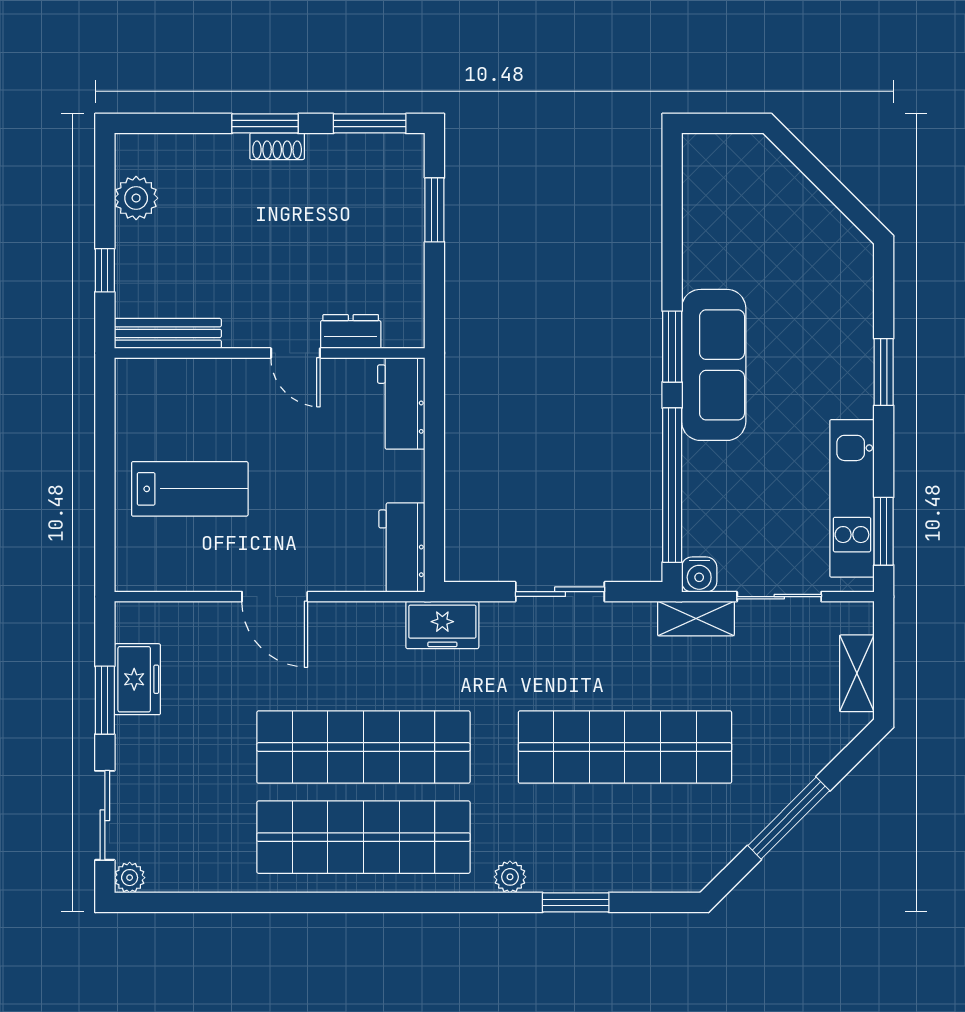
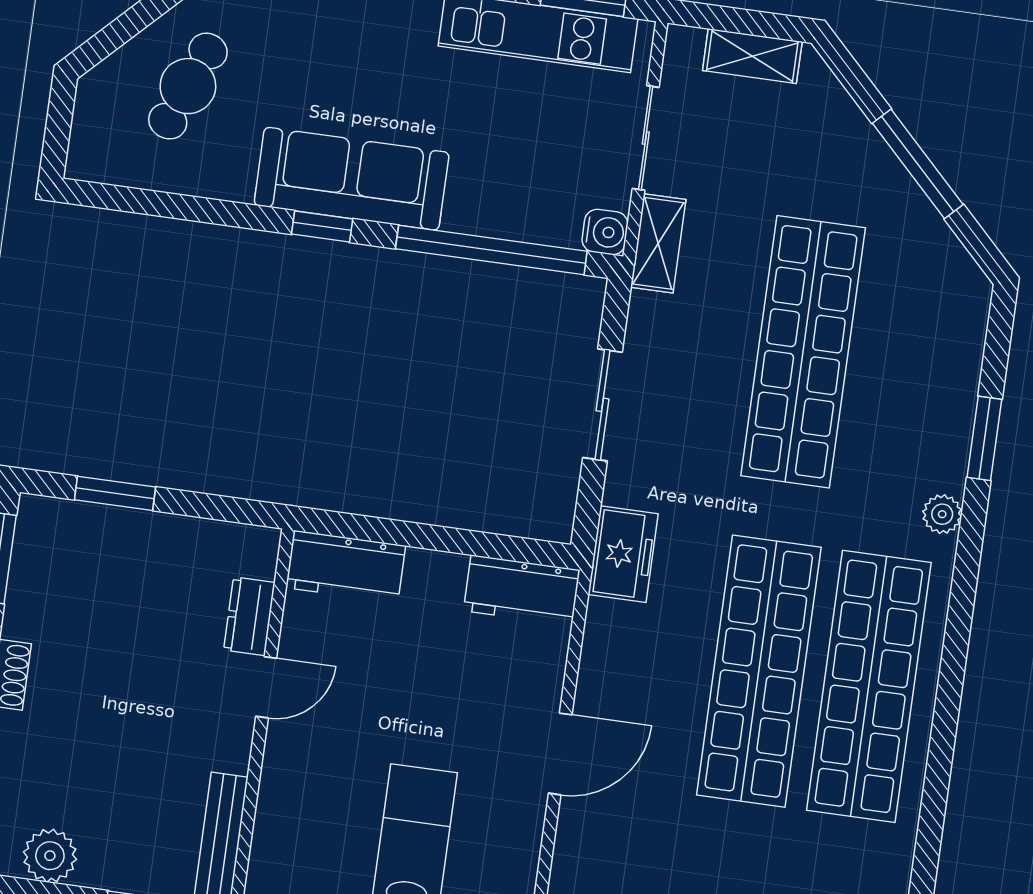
cafe table: (770, 223) -> (188, 86), added
window: (672, 347) -> (322, 226), width x0.67

